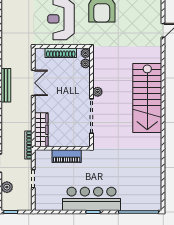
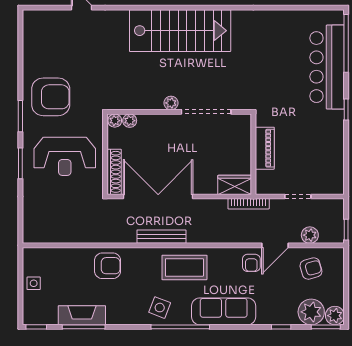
shoe rack: (61, 53) -> (114, 172), moved
double door: (33, 83) -> (158, 197), width x1.87
wardrobe: (41, 130) -> (235, 185), width x0.67
bar counter: (91, 199) -> (327, 67), moved

